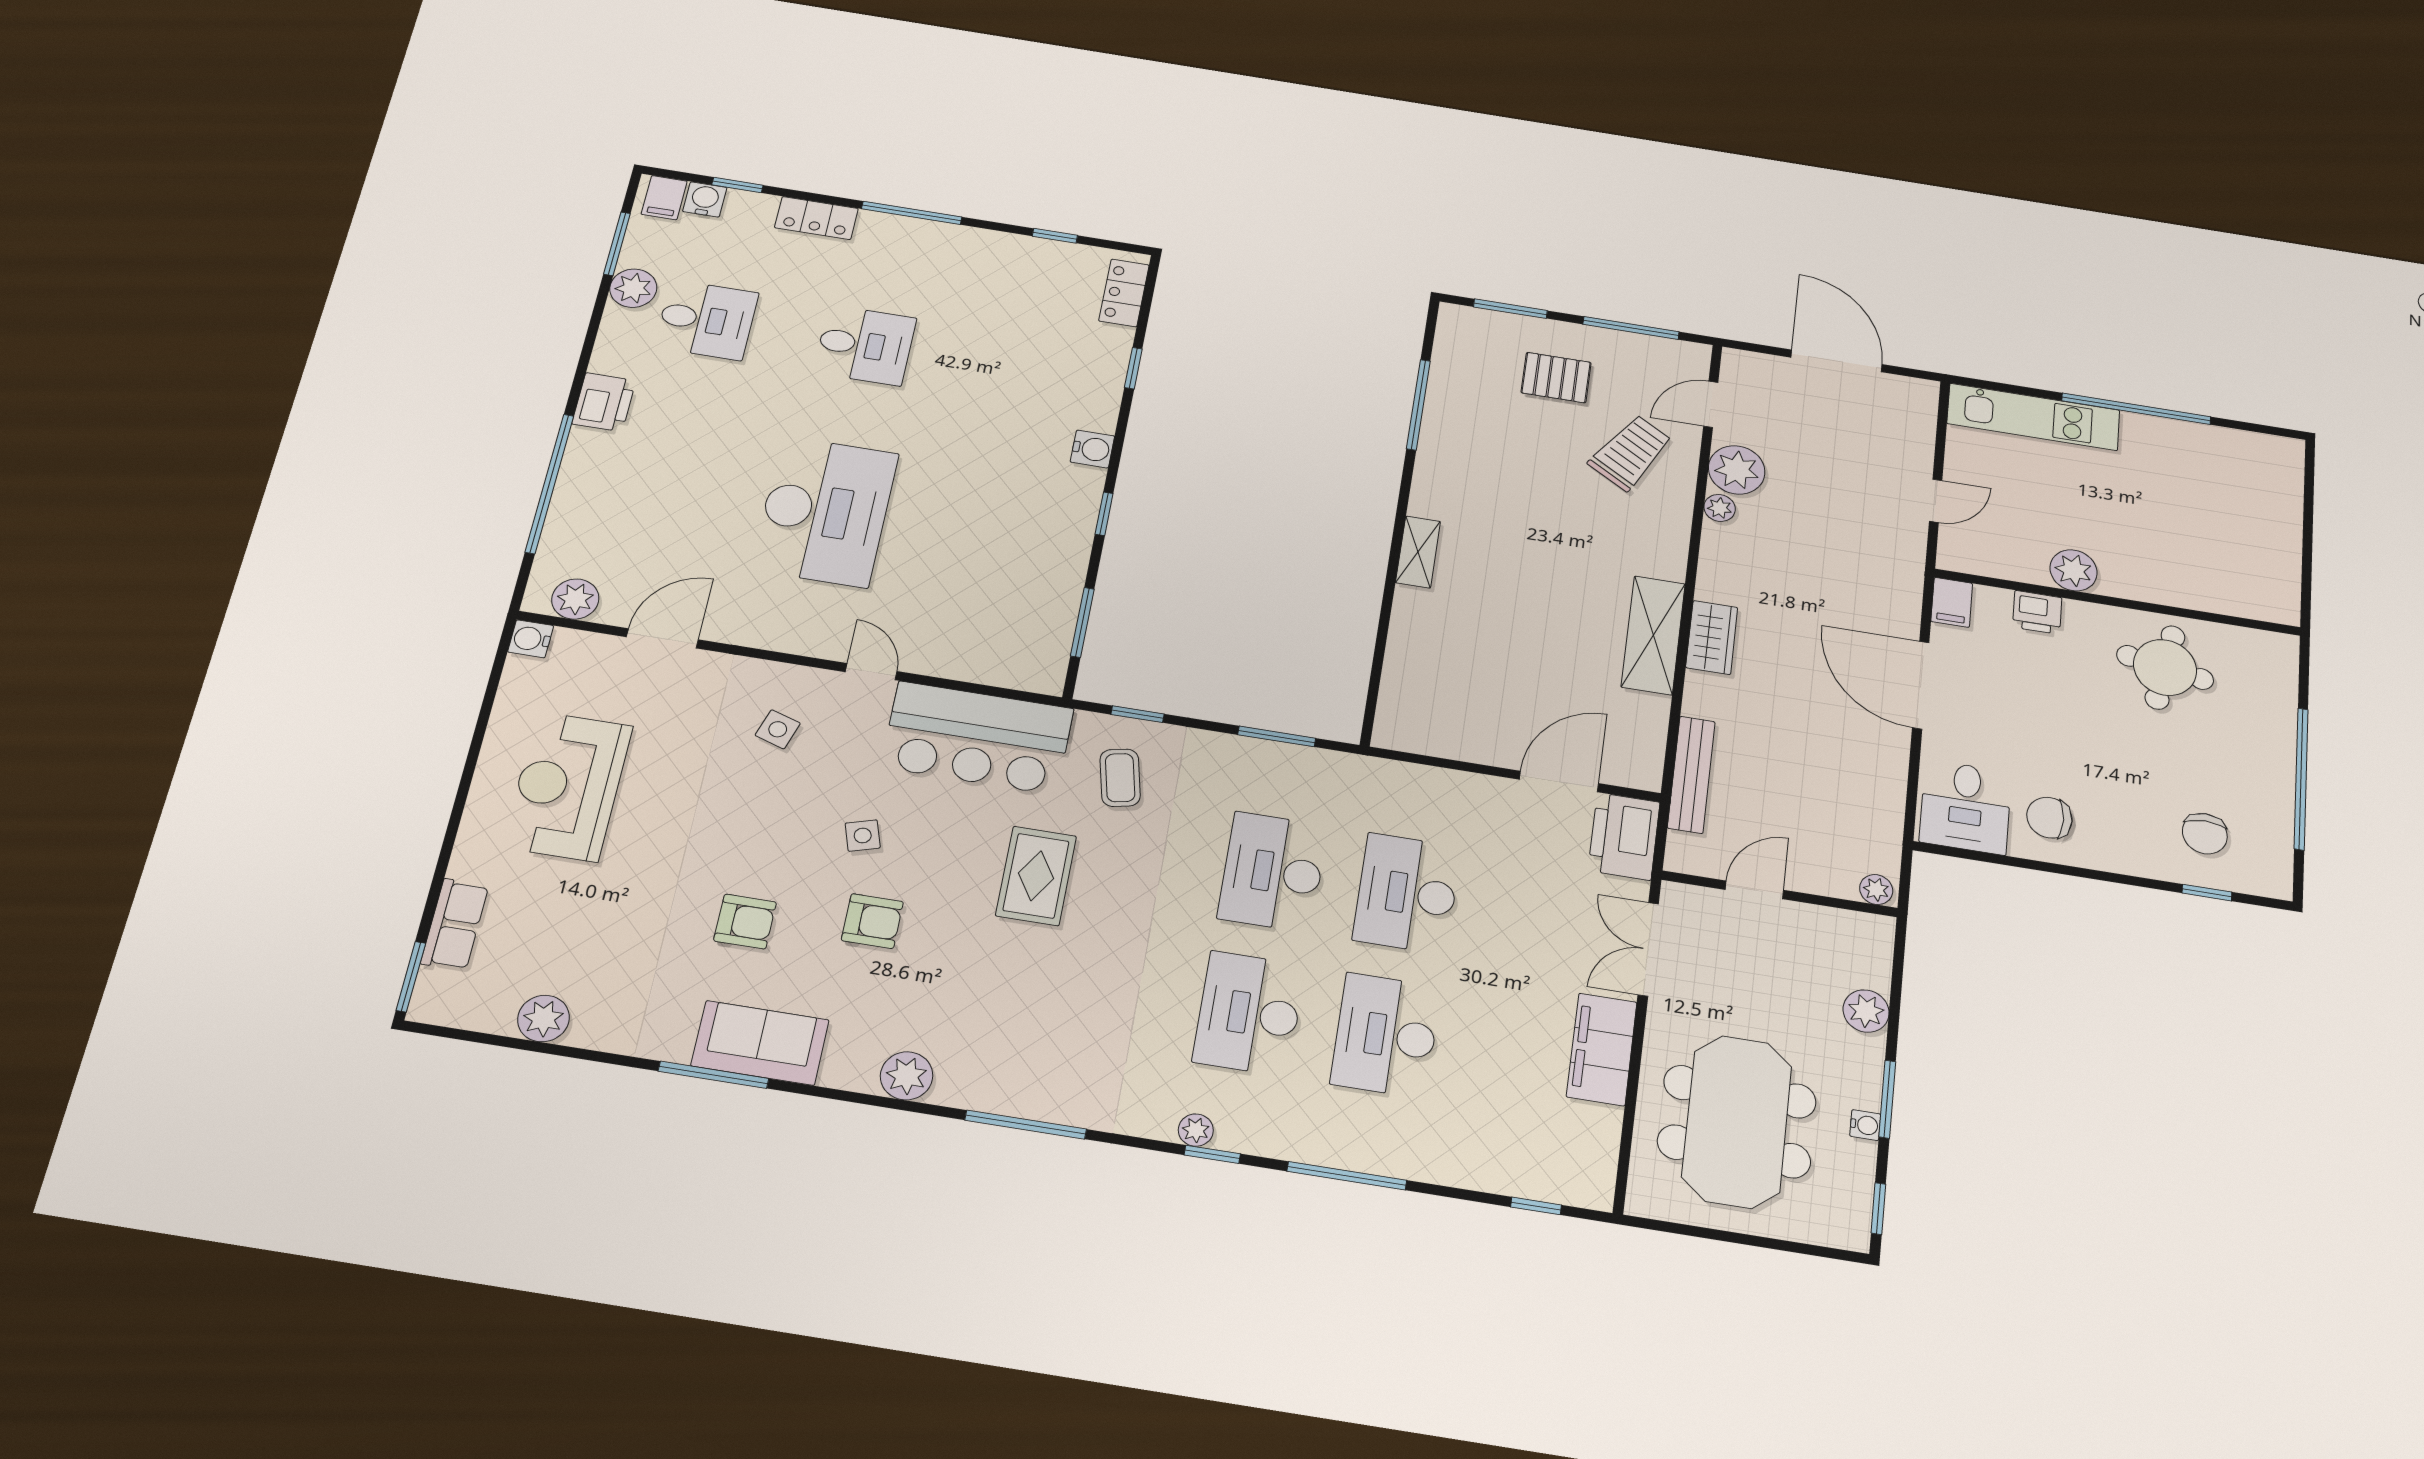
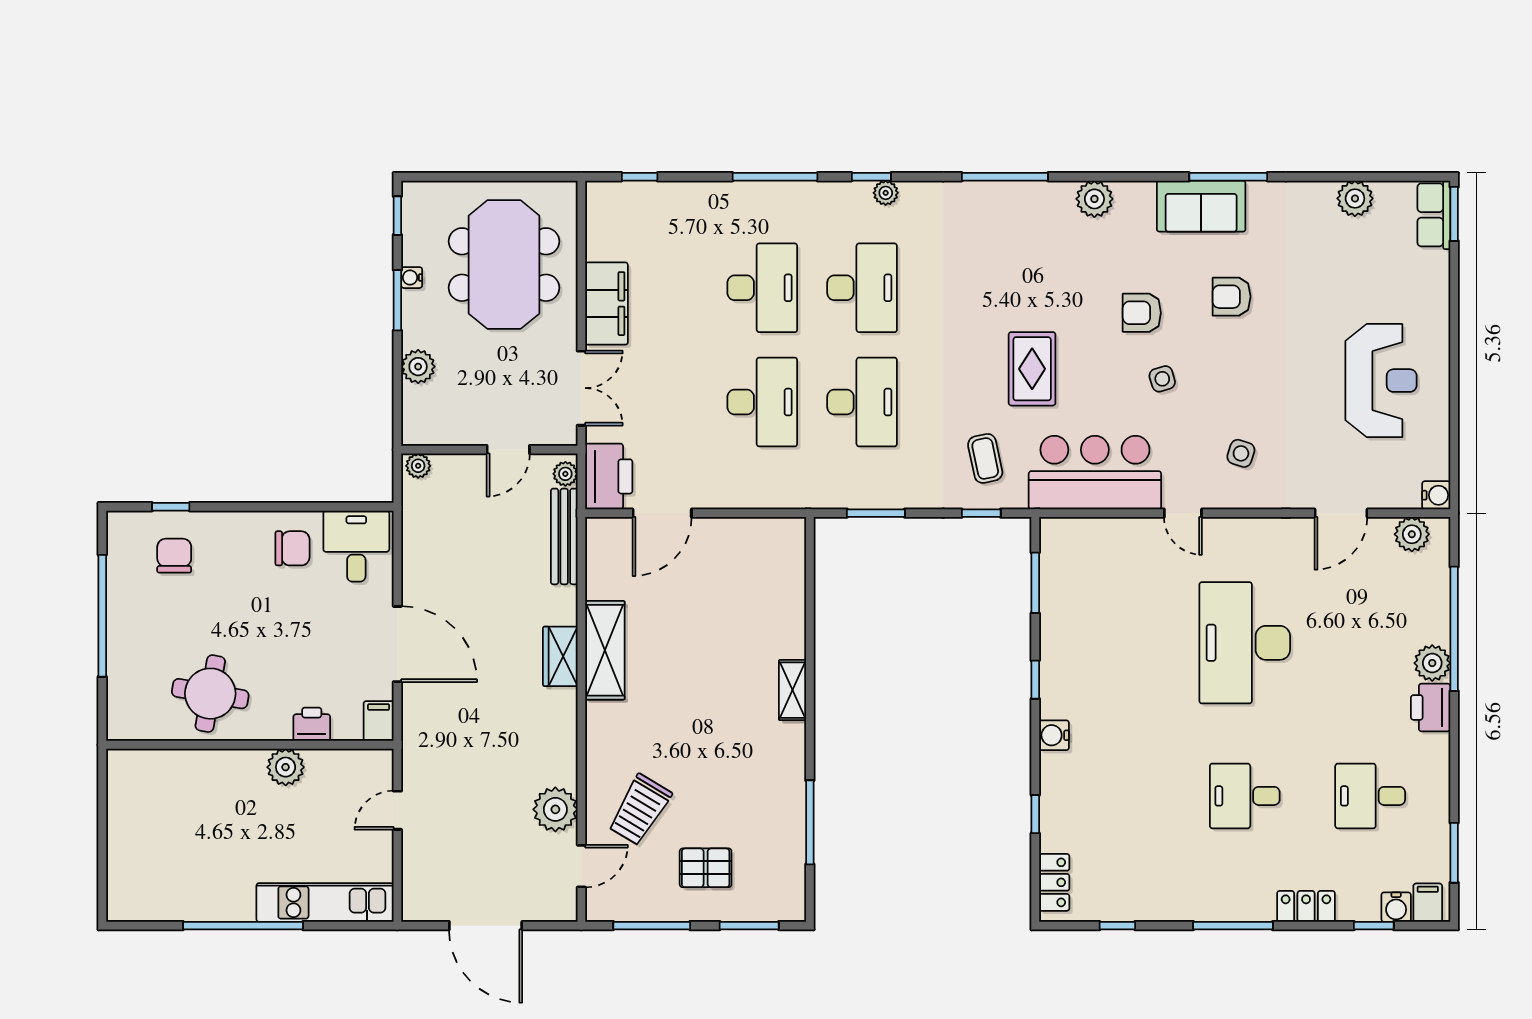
plant: (633, 288) -> (1432, 663), moved
plant: (1720, 508) -> (565, 474), moved
row of seats: (455, 924) -> (1434, 215), moved

